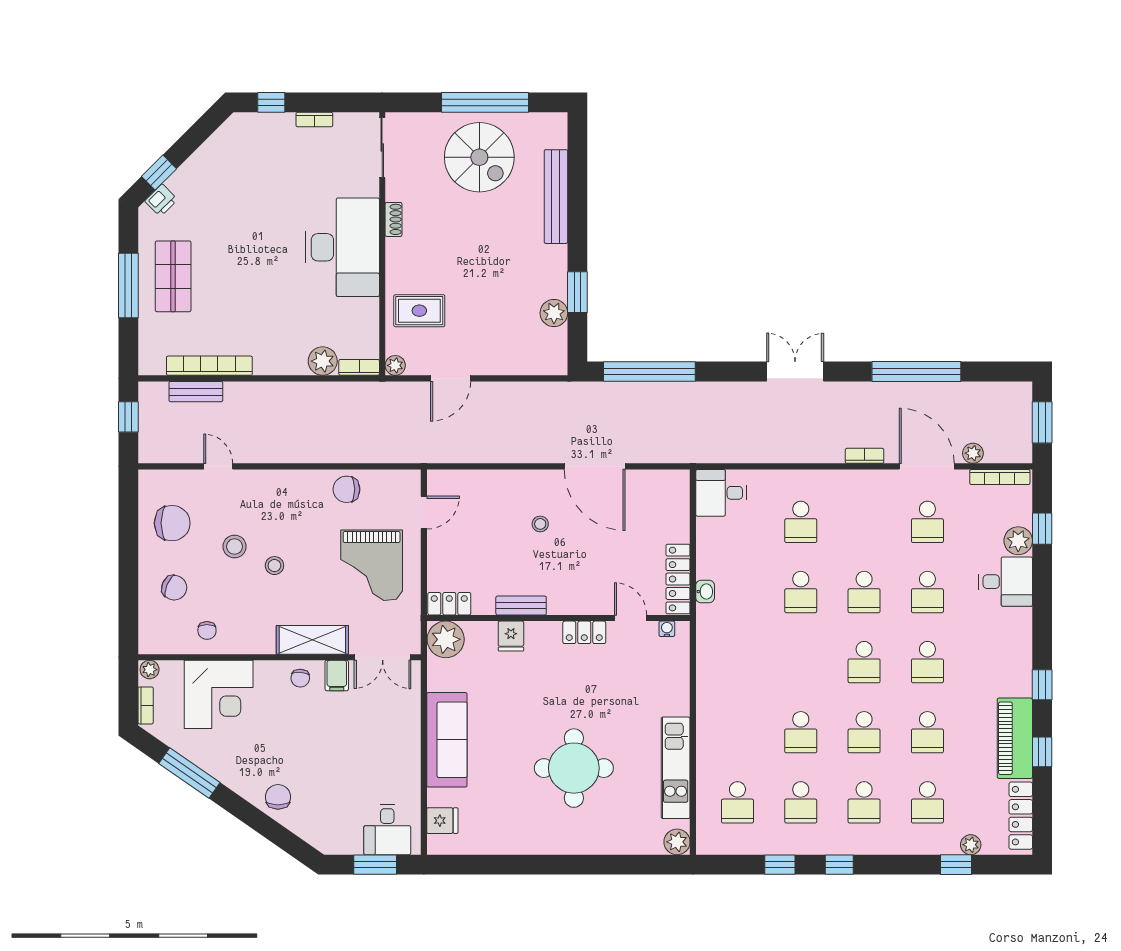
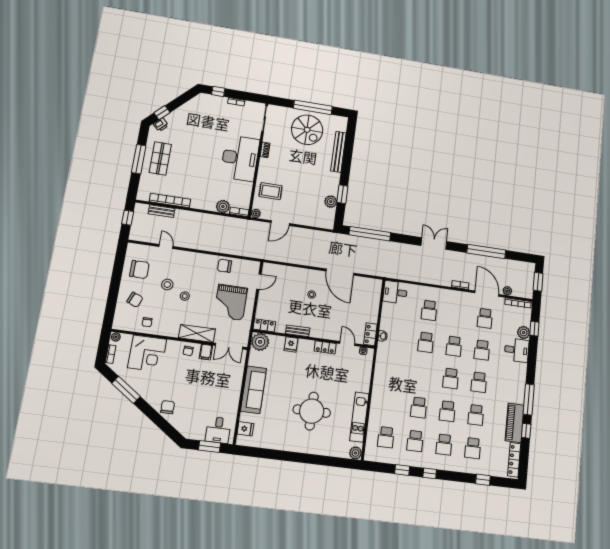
locker: (678, 579) -> (370, 334), width x0.66
window: (1042, 685) -> (529, 399), width x2.17
plant: (971, 845) -> (490, 471), removed

